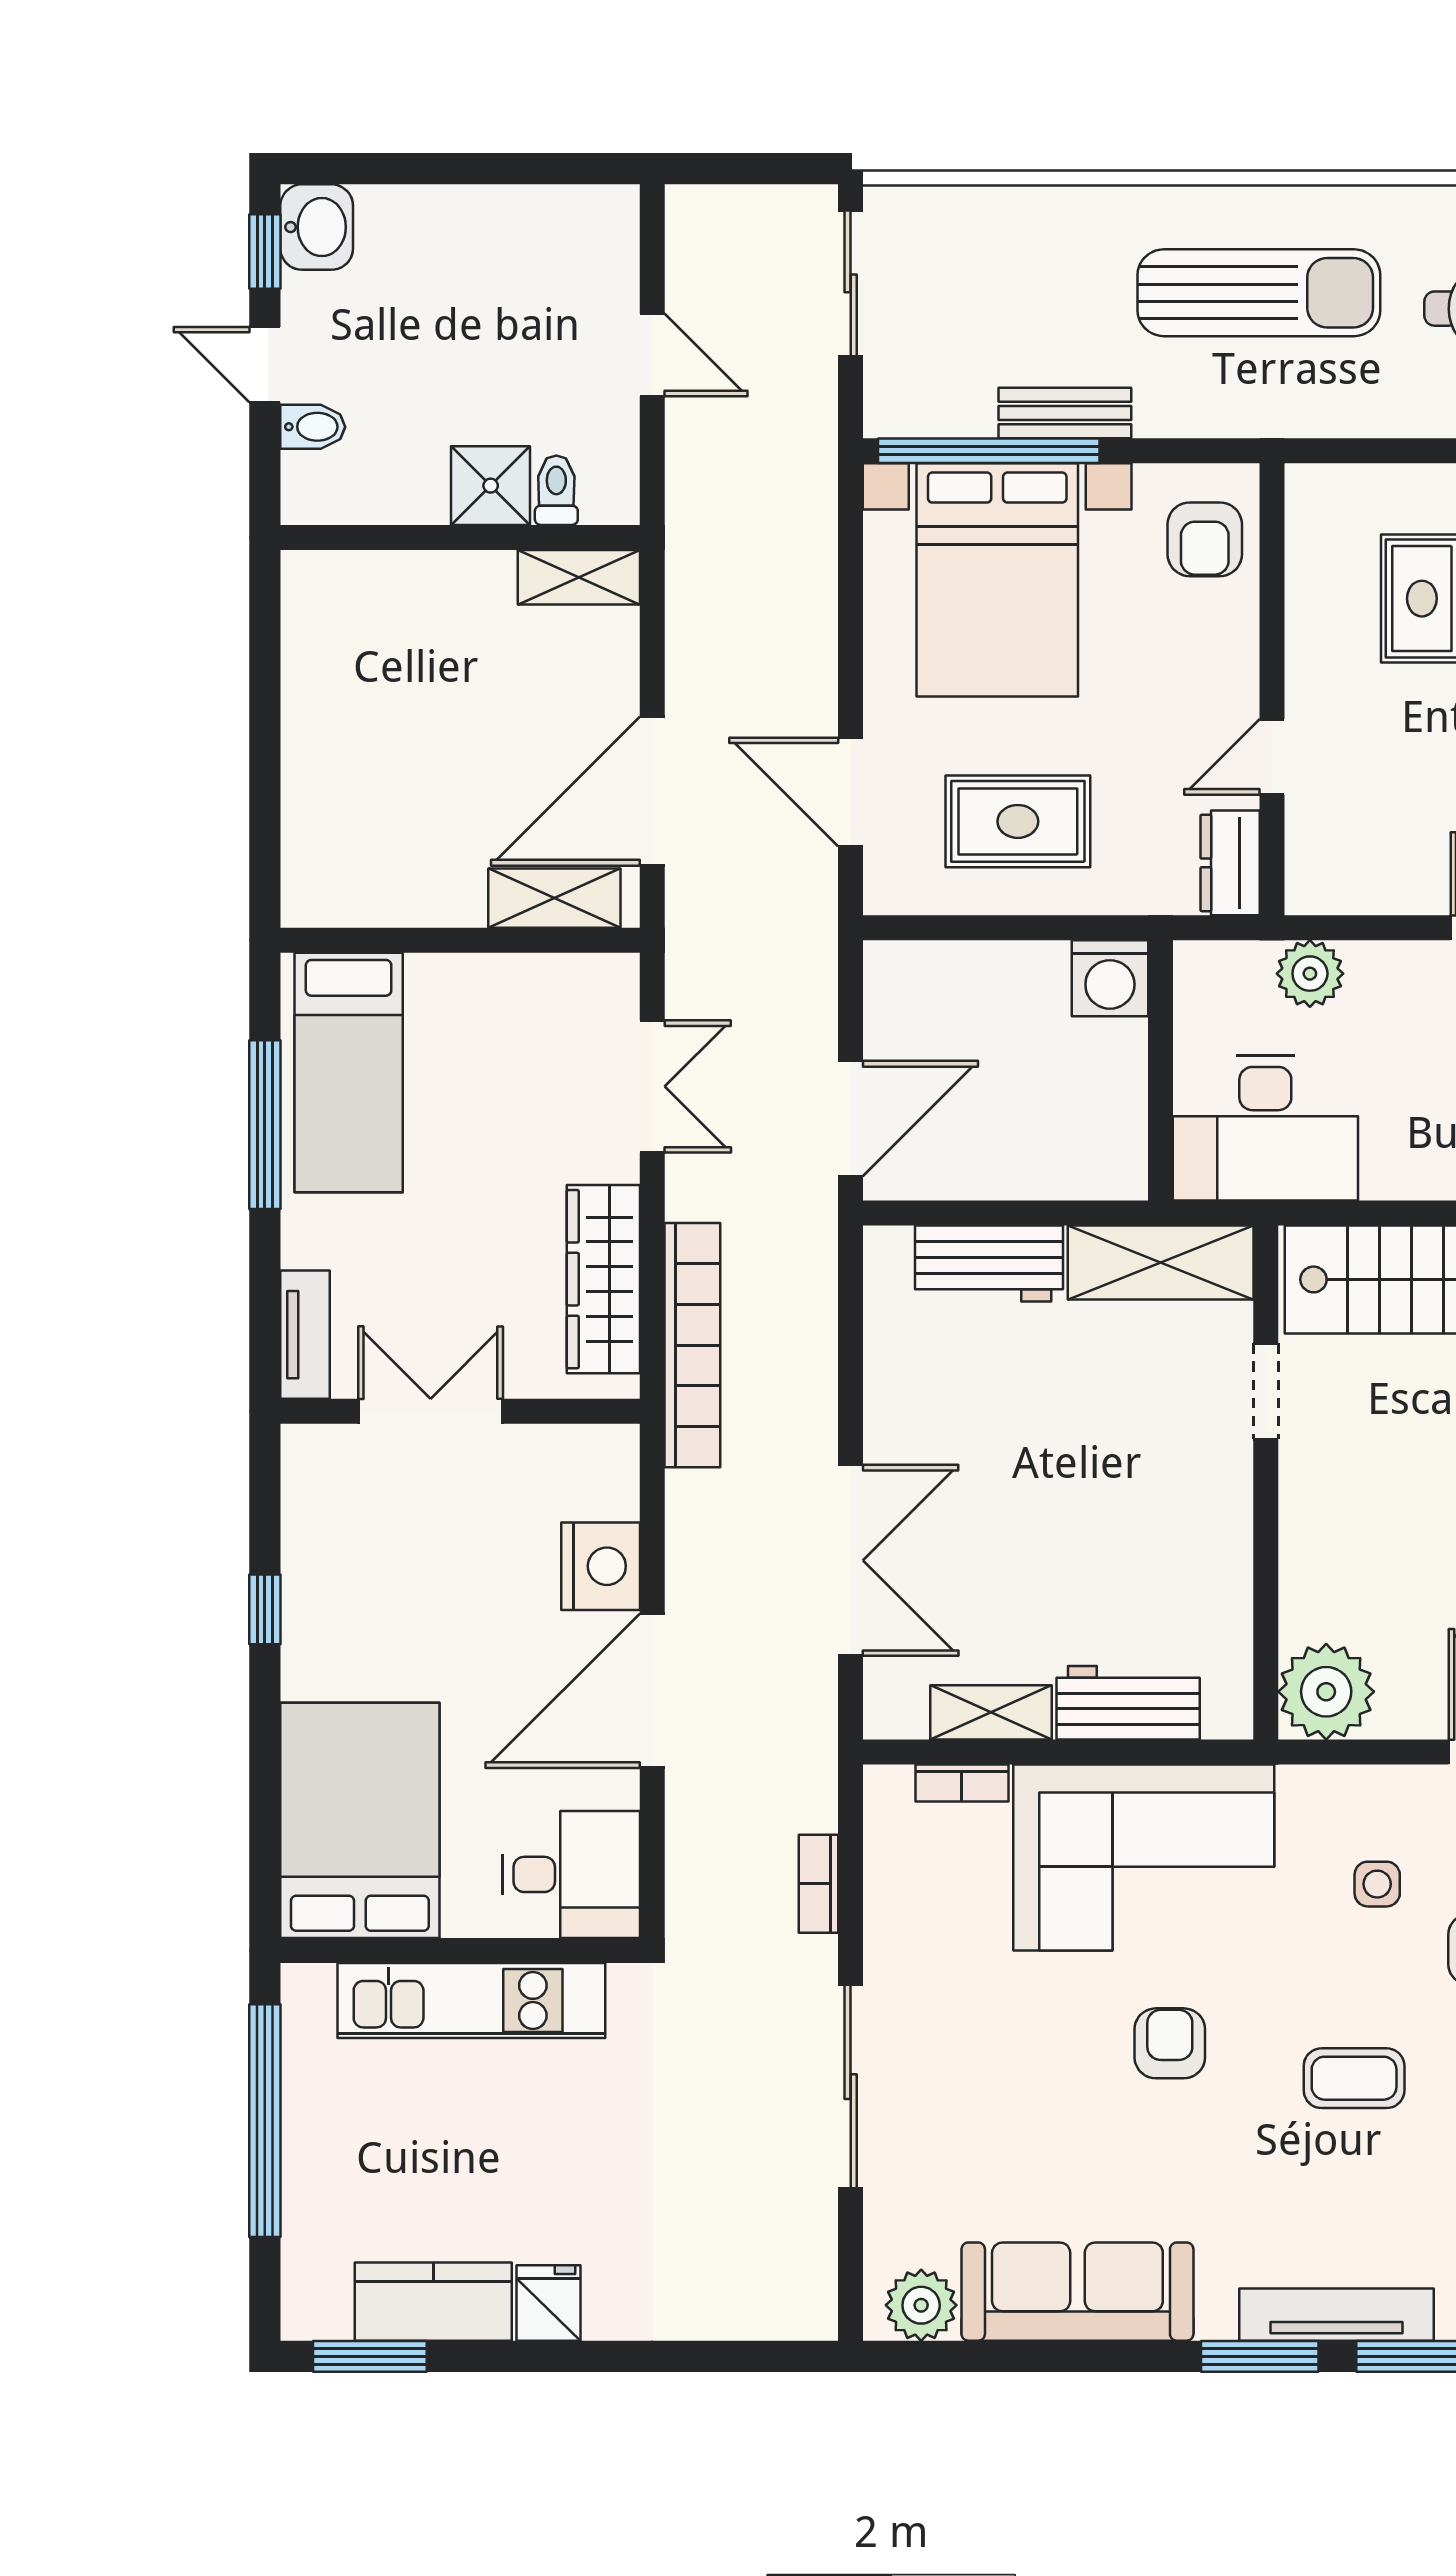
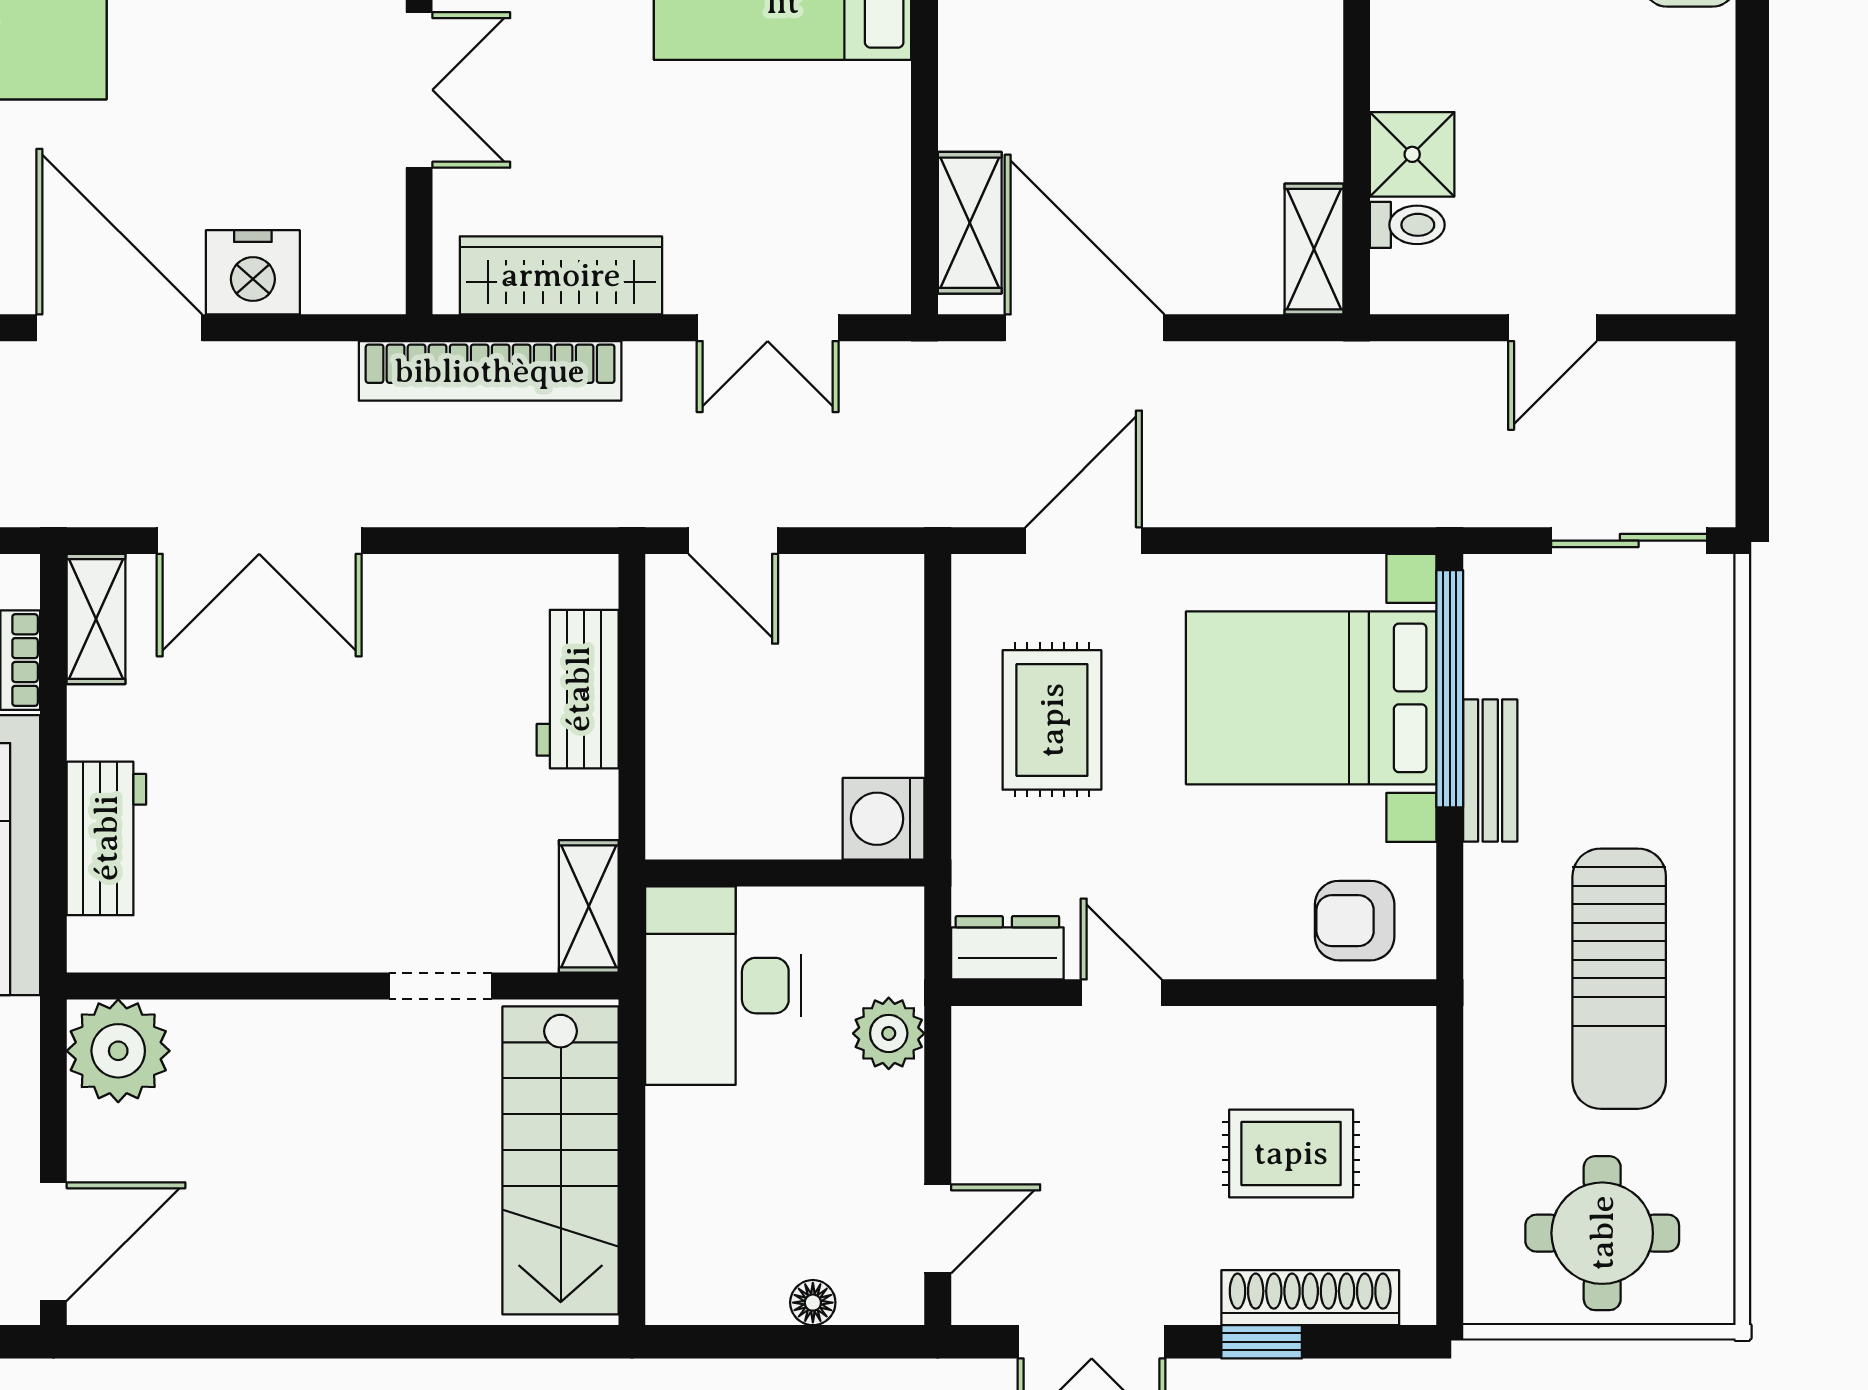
door: (851, 1119) -> (733, 541), width x0.73
shelving: (1161, 1262) -> (589, 906), width x0.67, depth x0.75
shelving: (991, 1712) -> (96, 619), moved

